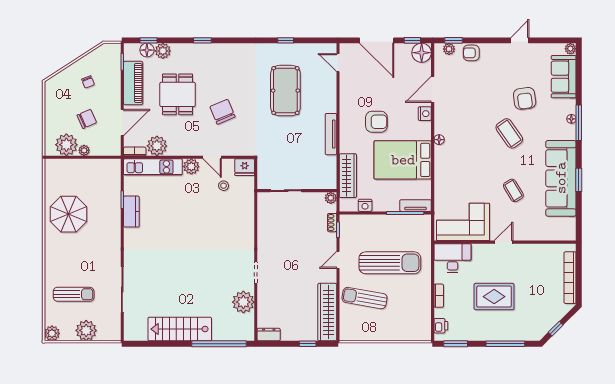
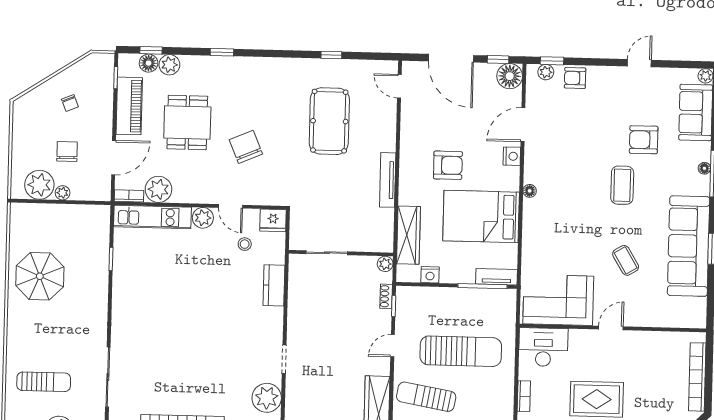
armchair: (525, 98) -> (644, 140), turned 98
chair: (87, 119) -> (67, 152), turned -66
coffee table: (509, 133) -> (622, 185), turned 35
kitchen counter: (131, 212) -> (274, 285), moved, turned 180

